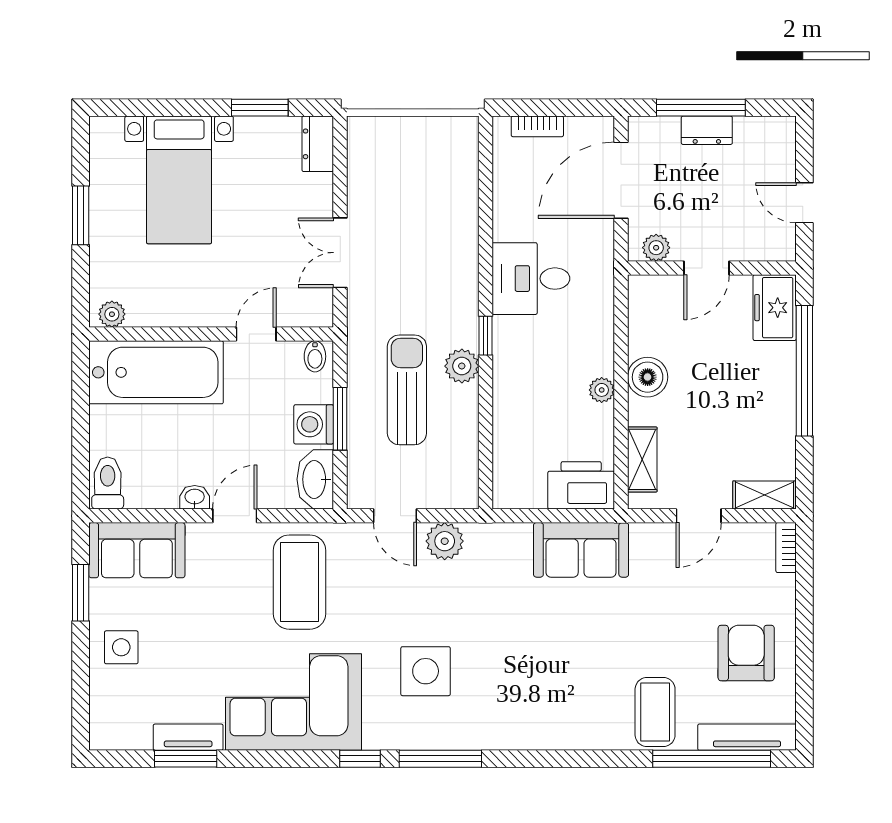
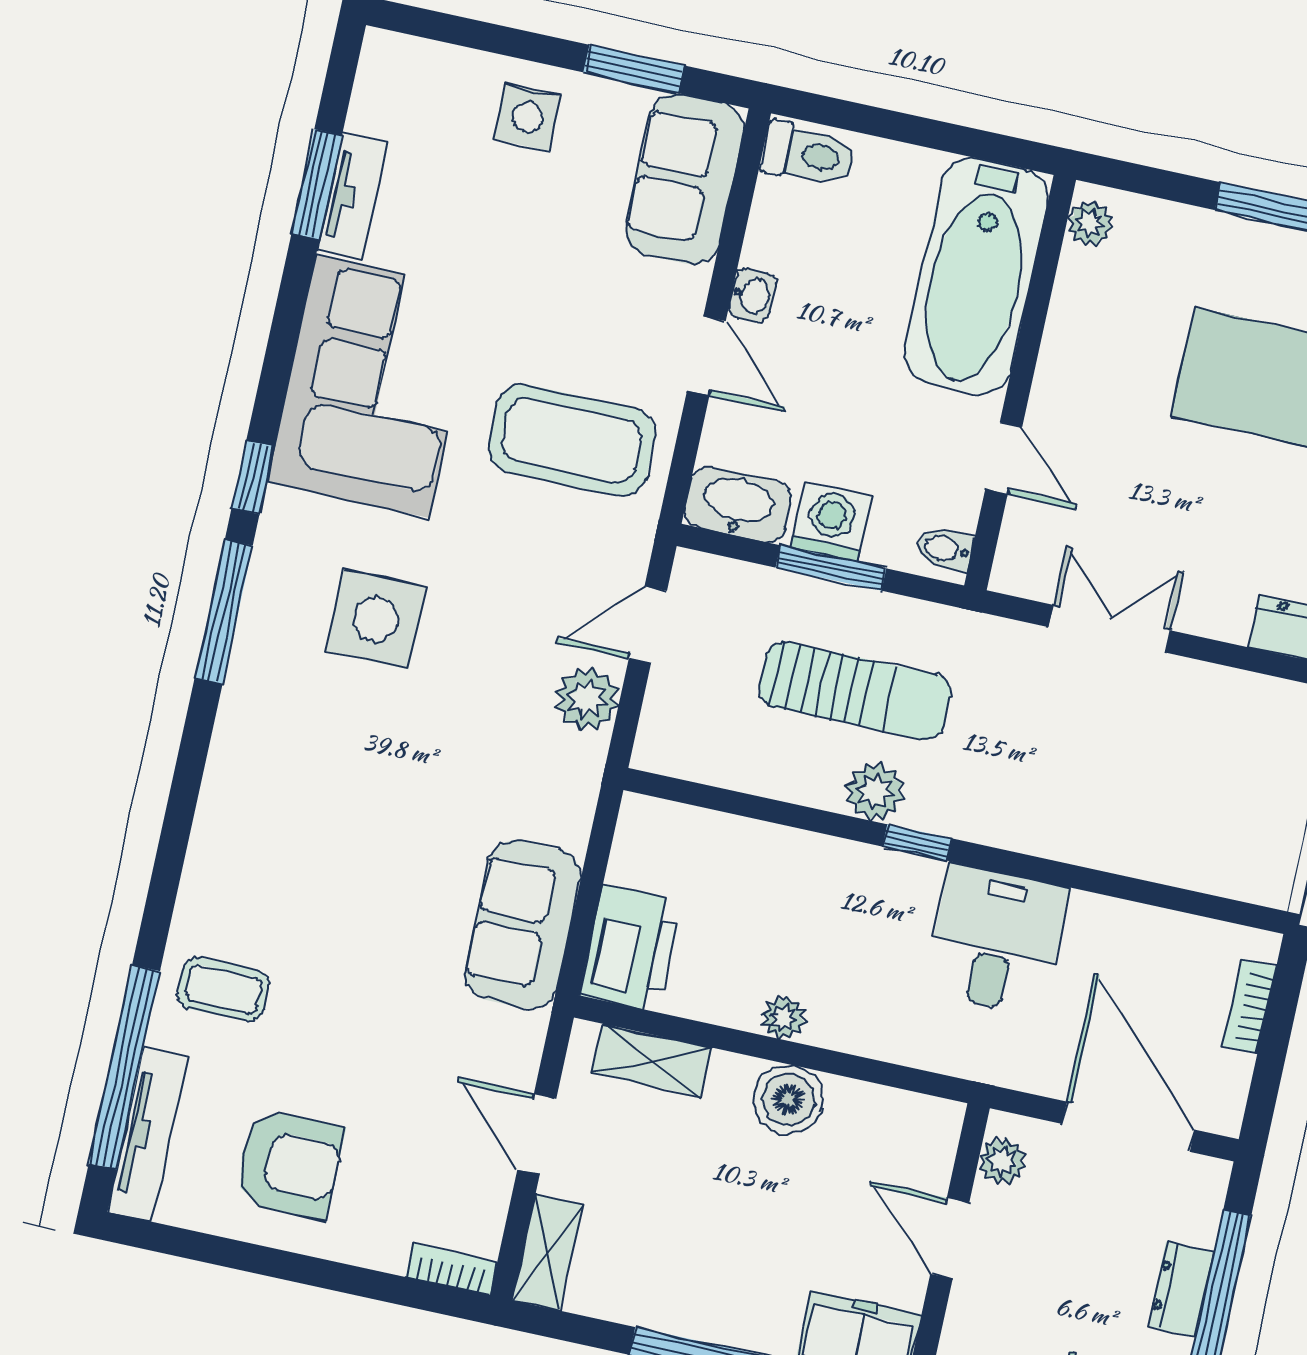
coffee table: (655, 712) -> (223, 989), width x0.73, depth x0.77

